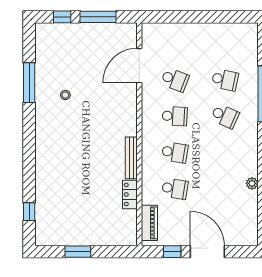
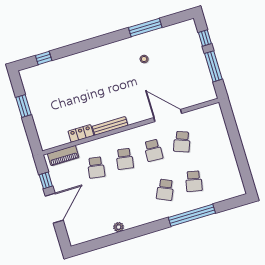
door: (139, 66) -> (168, 115), moved

